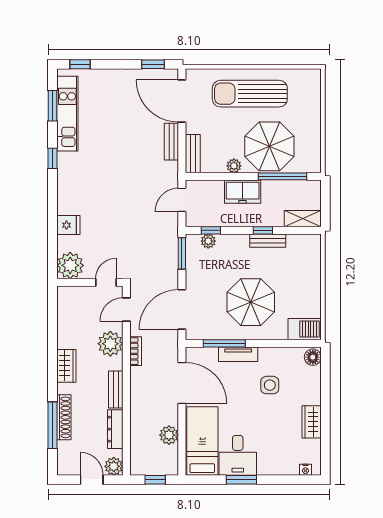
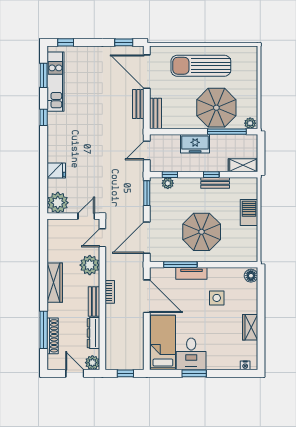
plant: (234, 166) -> (250, 123), moved
barbecue: (305, 329) -> (249, 213), moved, turned -90
bookcase: (136, 351) -> (110, 292), moved
wardrobe: (66, 366) -> (55, 283), width x1.50
shoe rack: (64, 417) -> (53, 336), moved
plant: (169, 435) -> (136, 338), removed

